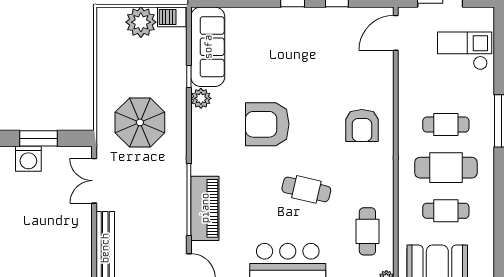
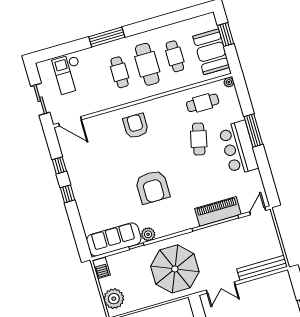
plant: (141, 22) -> (114, 299), moved
parasol: (140, 122) -> (175, 269), width x1.36, depth x1.36
armchair: (362, 125) -> (136, 126), turned -90
cafe table: (306, 189) -> (199, 139), moved

